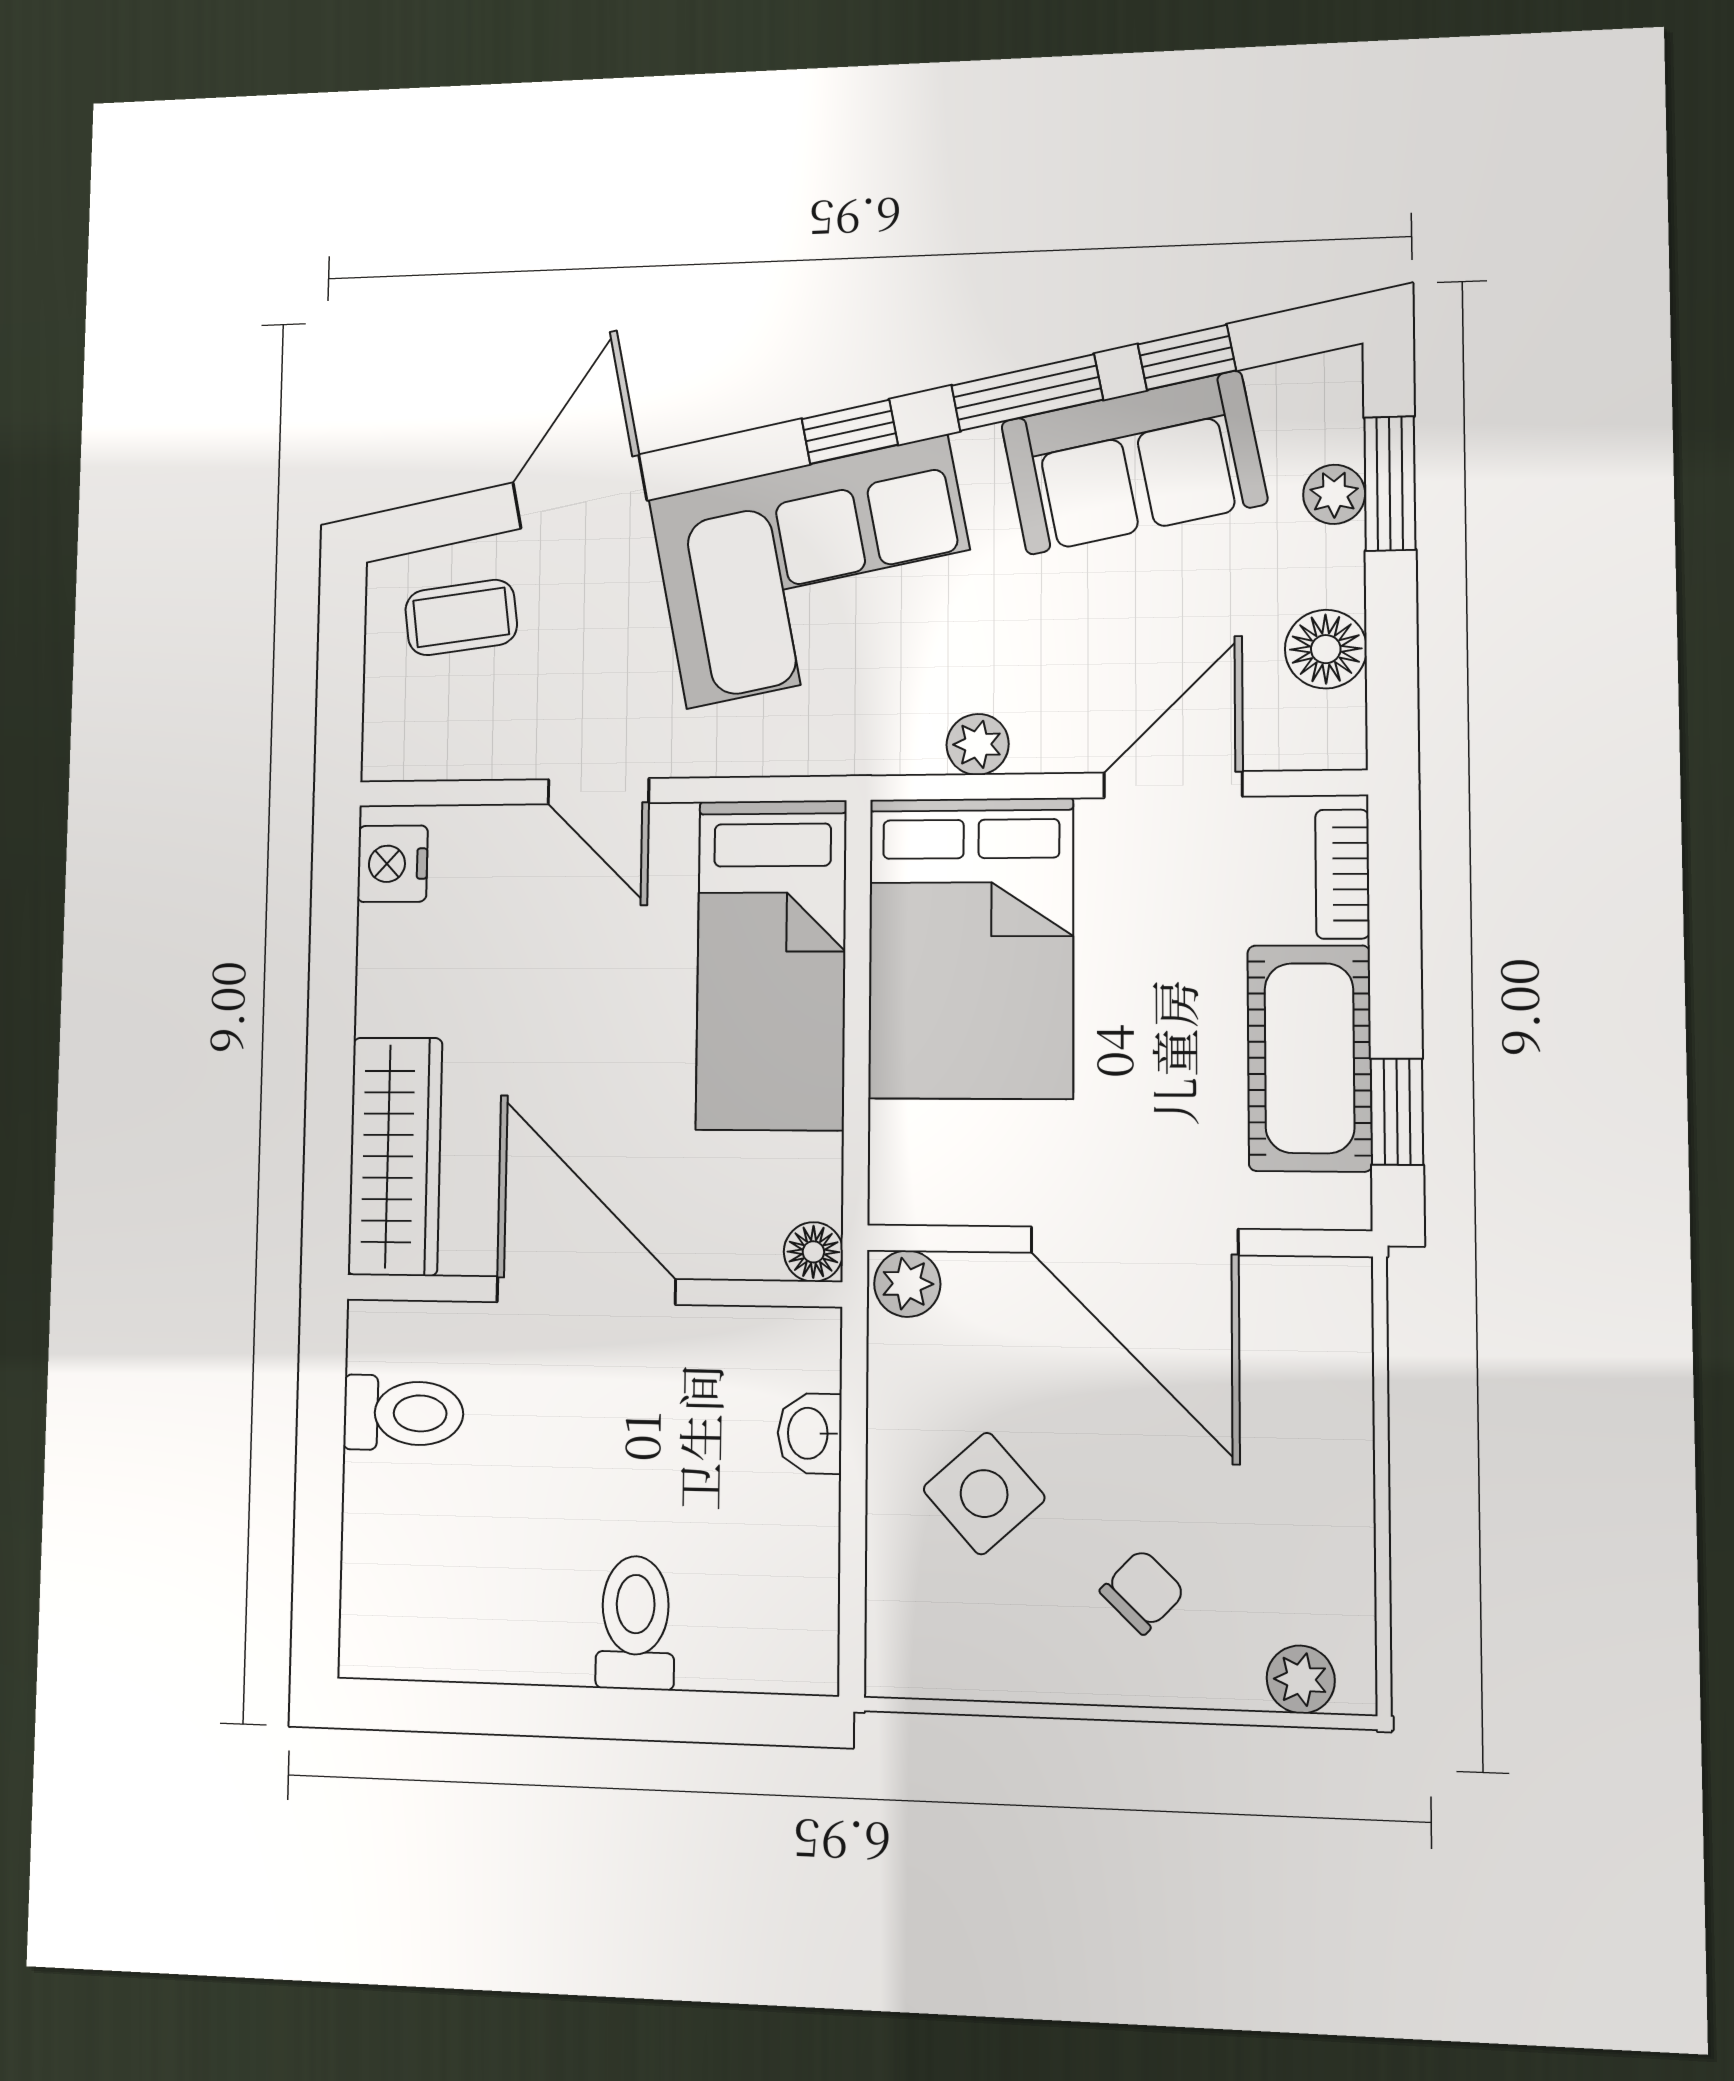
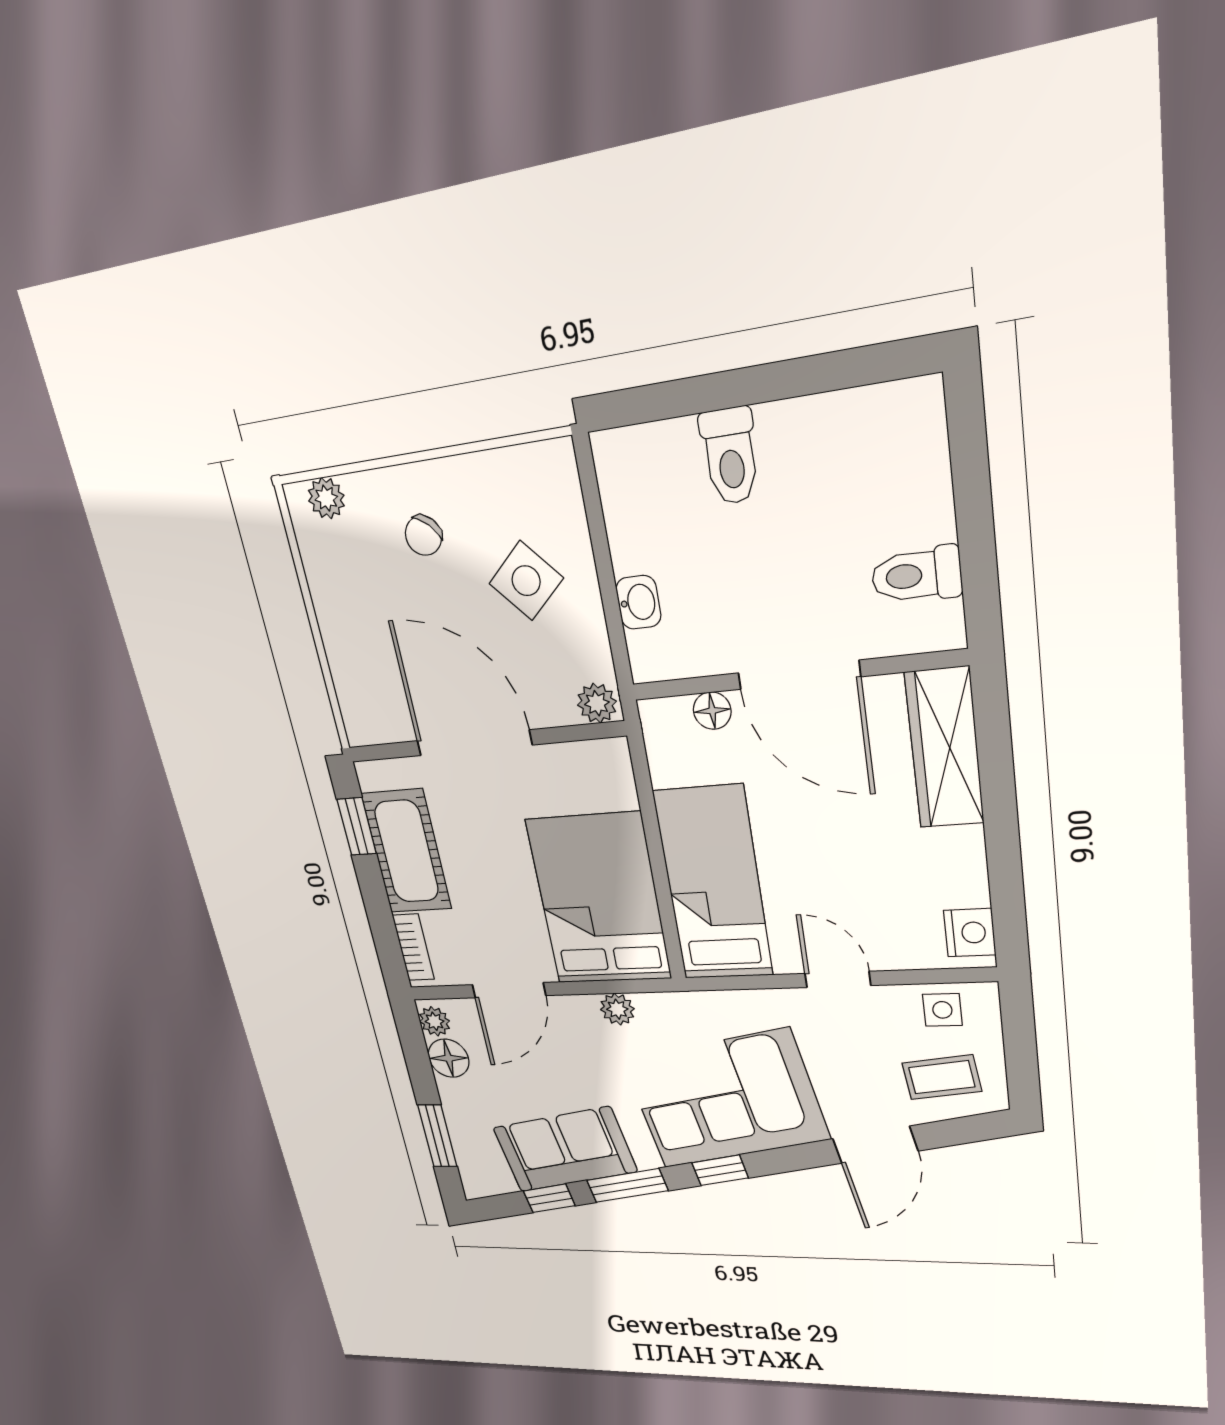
plant: (1334, 494) -> (434, 1021), moved
side table: (447, 735) -> (942, 1010), added
floor lamp: (813, 1252) -> (712, 711), moved

